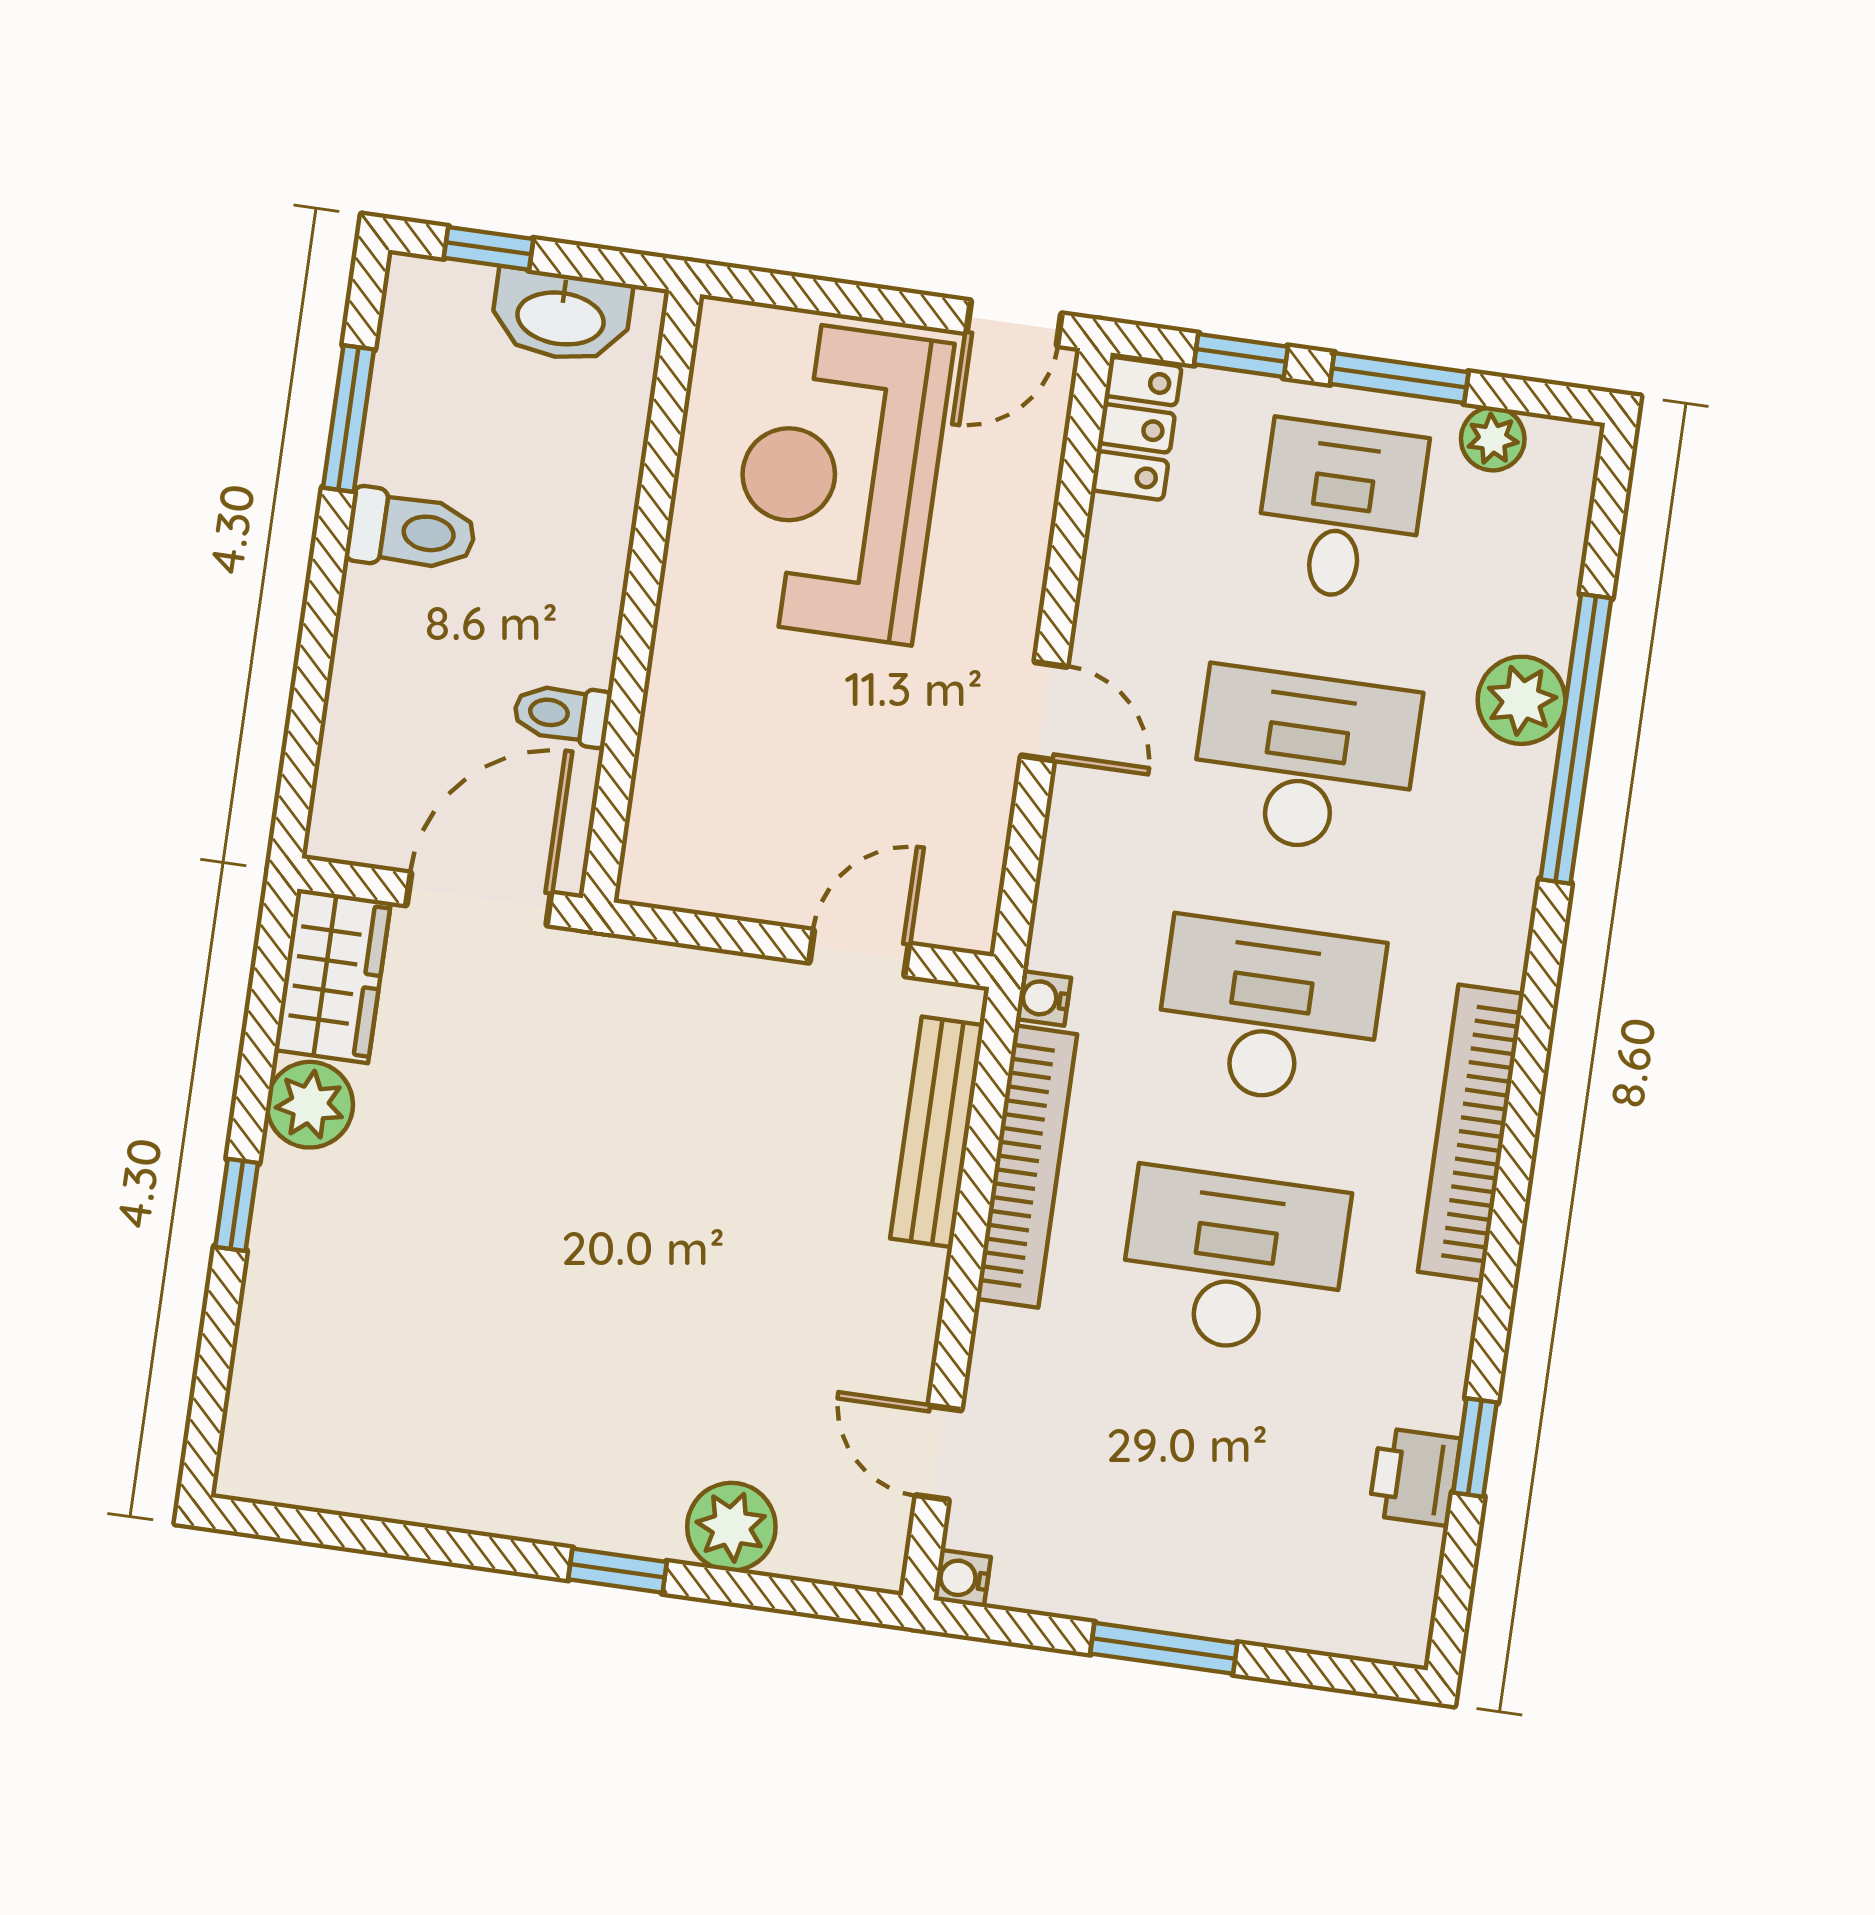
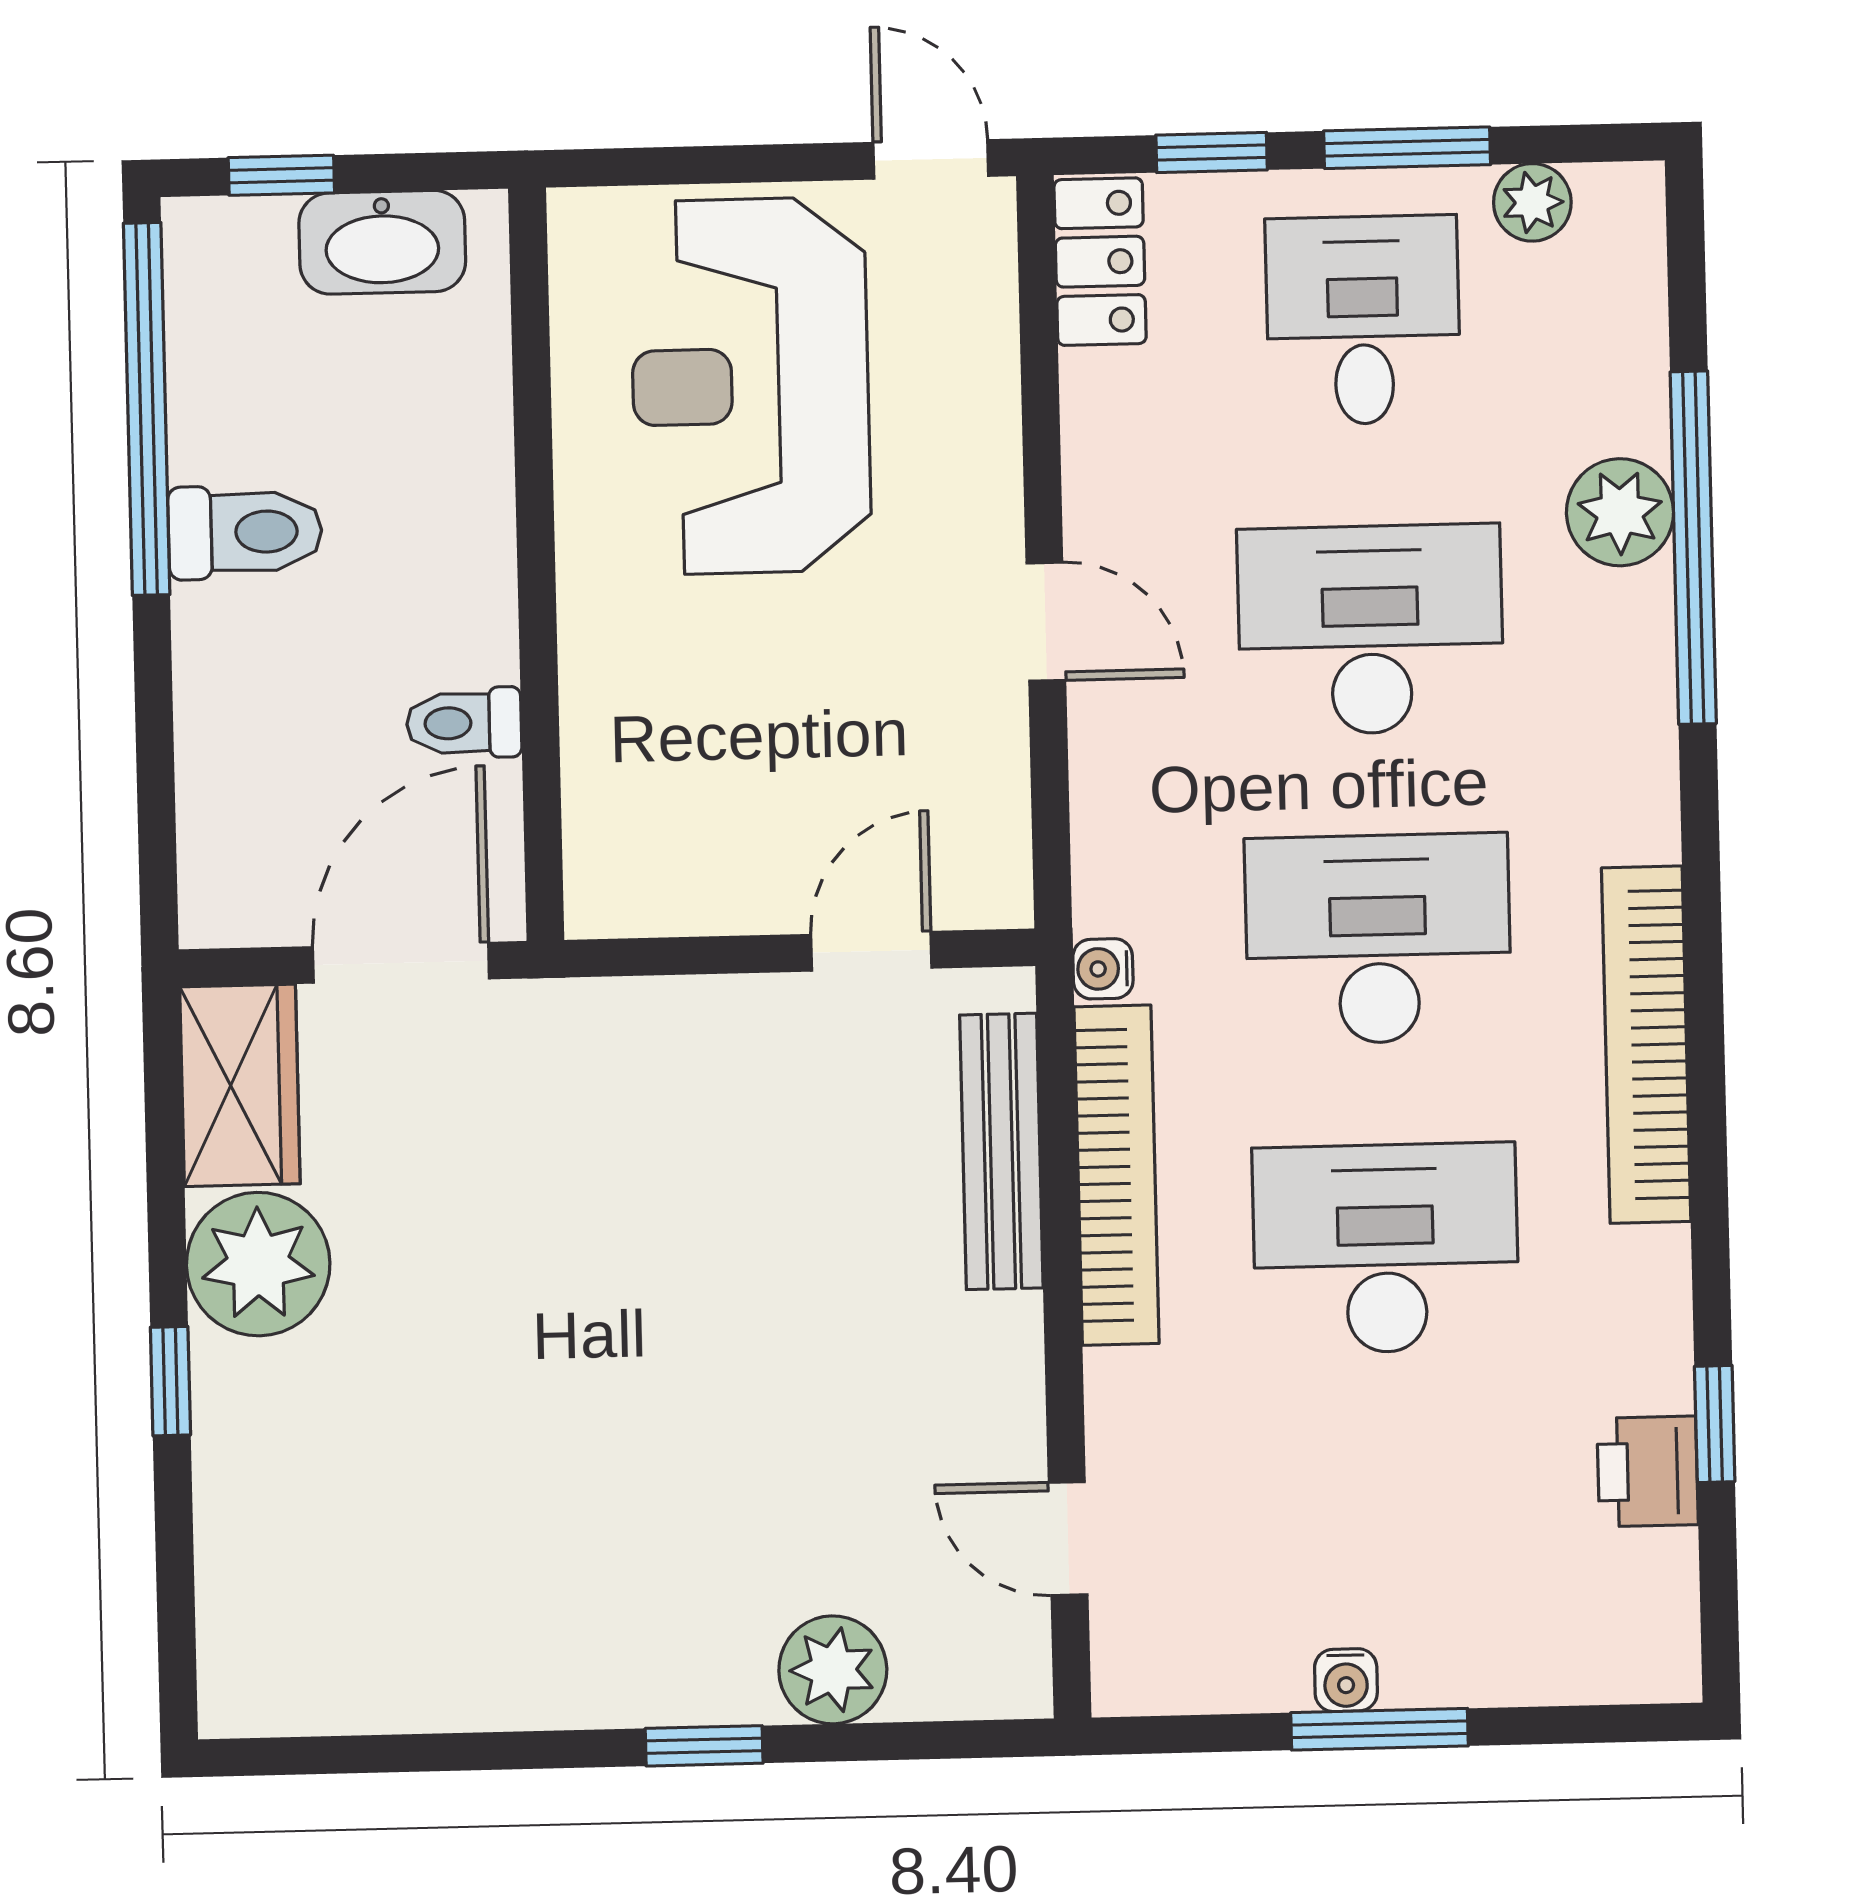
door: (1014, 323) -> (931, 159), swing flipped
window: (349, 418) -> (147, 409), width x2.11
plant: (310, 1105) -> (258, 1264), width x1.36, depth x1.36
water cooler: (962, 1578) -> (1346, 1680), moved, turned -90

